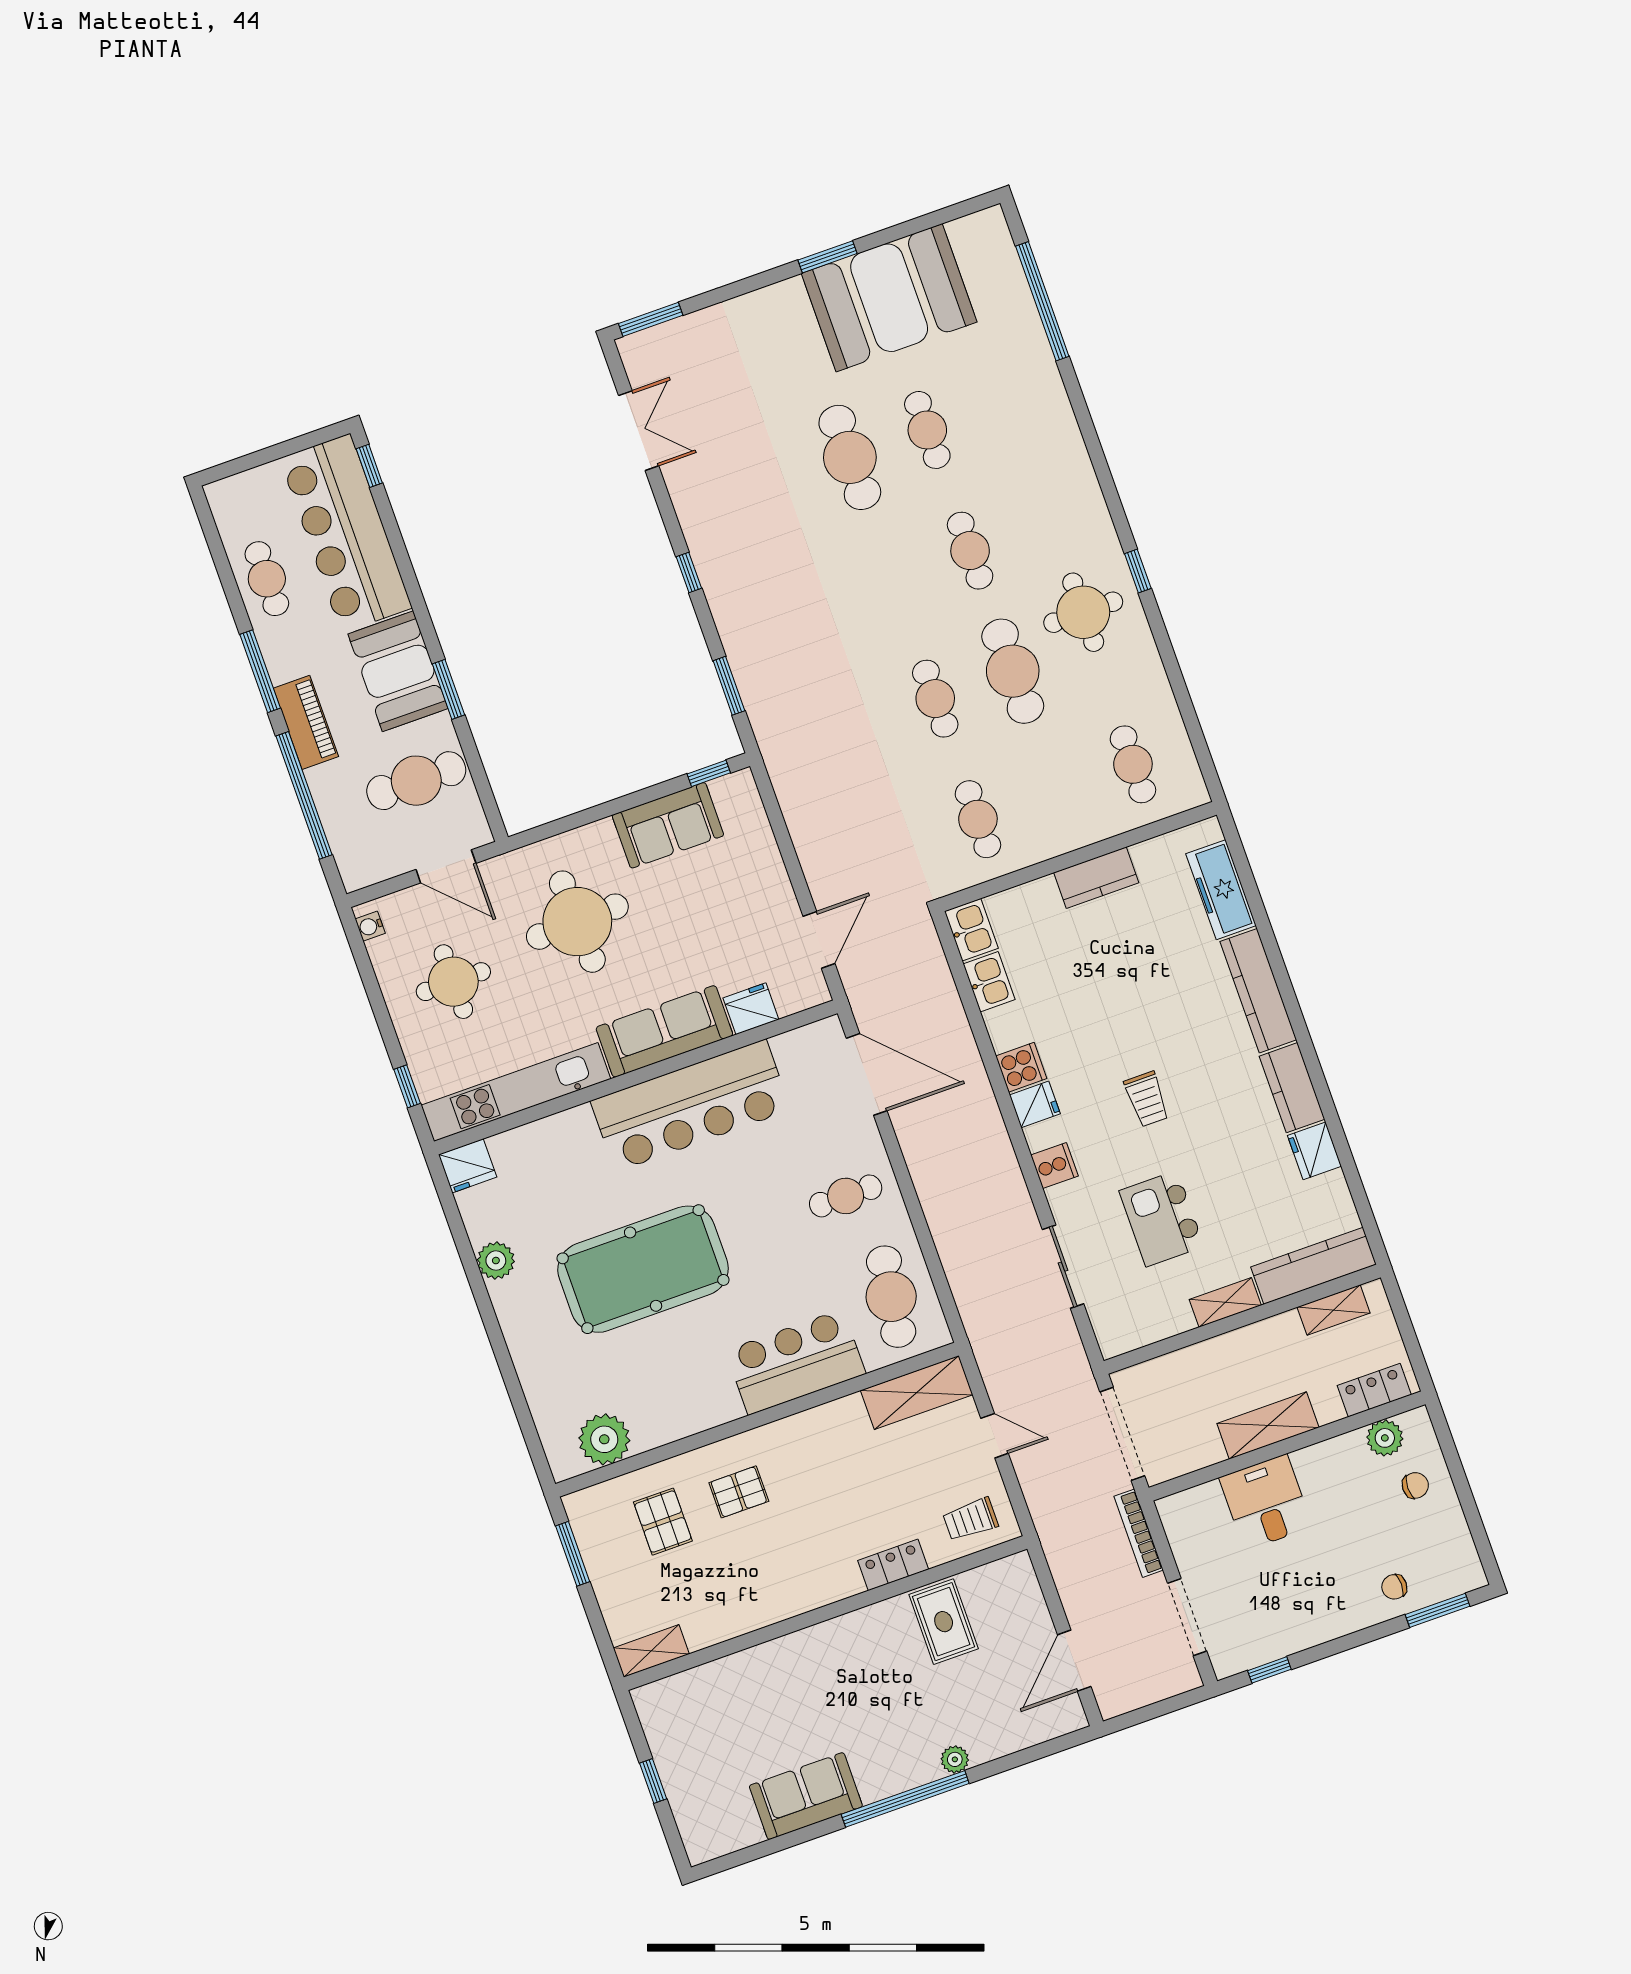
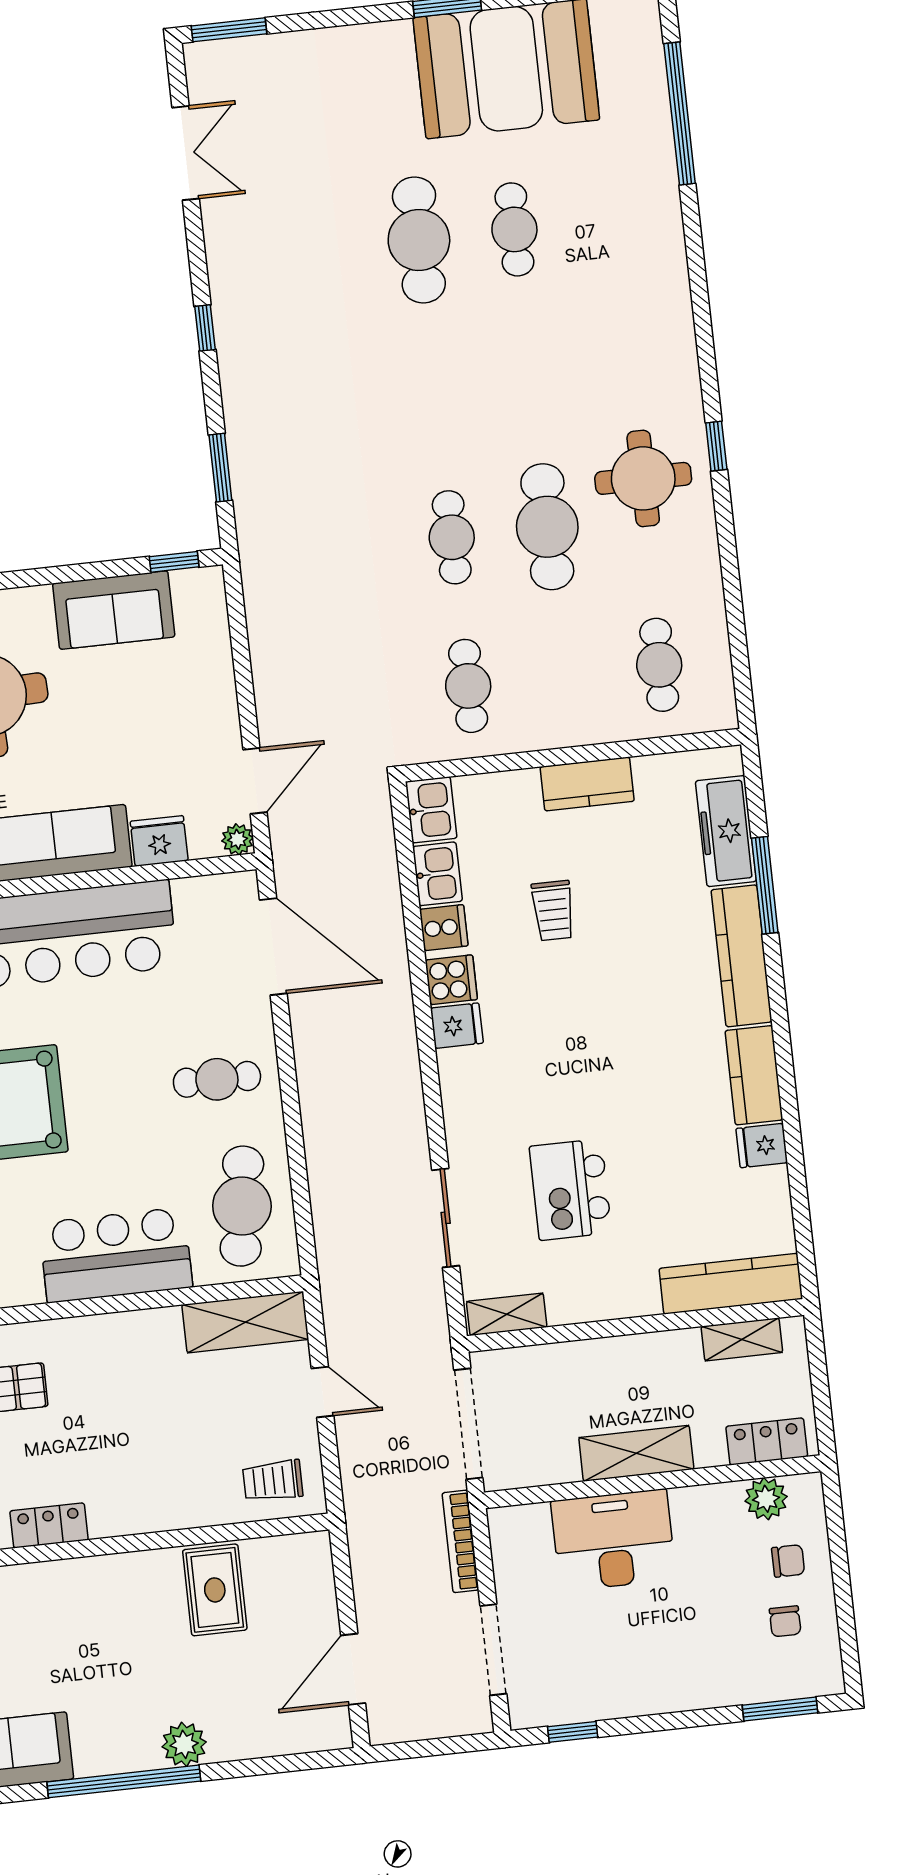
cafe table: (970, 551) -> (531, 378), removed
window: (1264, 927) -> (765, 885), added
plant: (816, 992) -> (238, 839), added
trolley: (1147, 1099) -> (553, 911), moved
fridge: (1314, 1151) -> (762, 1146), width x0.72
cooker: (1054, 1166) -> (444, 928), moved
shelving: (1225, 1302) -> (507, 1314), moved
desk: (1266, 1502) -> (613, 1540), width x1.37
locker: (893, 1565) -> (49, 1525), moved
chair: (1394, 1587) -> (785, 1621), moved, turned -90
plant: (955, 1759) -> (184, 1744), width x1.38, depth x1.38

